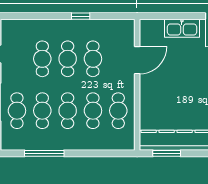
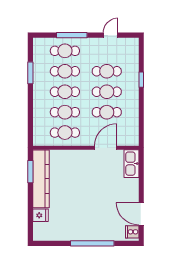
window: (81, 16) -> (141, 80), moved
kitchen sink: (182, 28) -> (131, 164), moved
door: (137, 60) -> (106, 148), swing flipped
window: (44, 153) -> (30, 73), width x0.69

